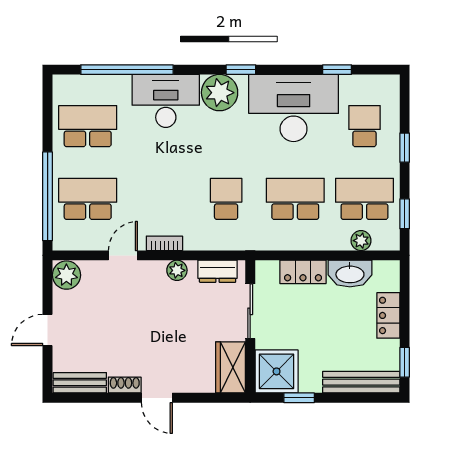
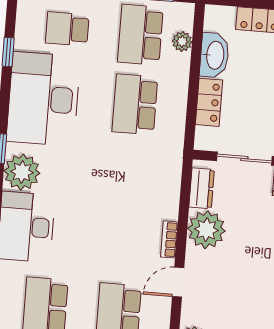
school desk: (226, 199) -> (129, 174), removed
door: (123, 255) -> (178, 282), hinge flipped
plant: (177, 270) -> (206, 230), width x1.88, depth x1.88

